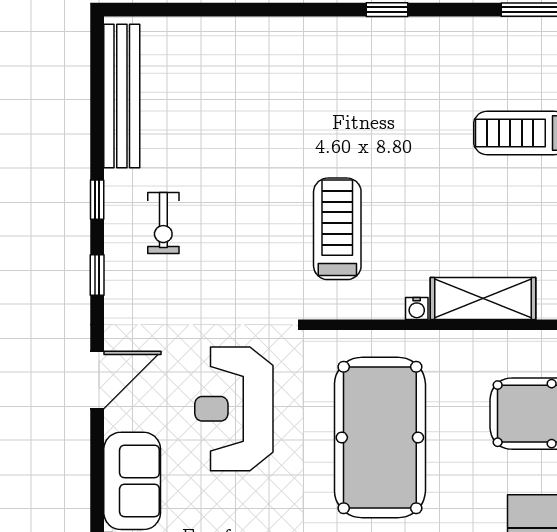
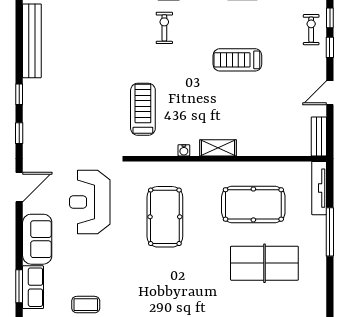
exercise bike: (163, 223) -> (164, 28), moved, turned 180
shelving: (483, 299) -> (218, 148), width x0.67, depth x0.75
pool table: (380, 437) -> (165, 217), width x0.73, depth x0.76

